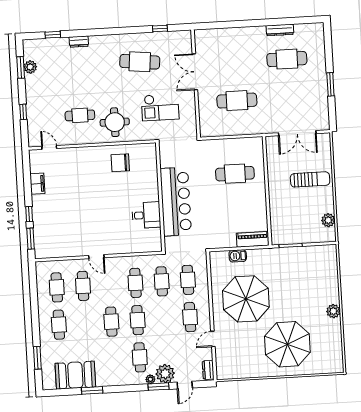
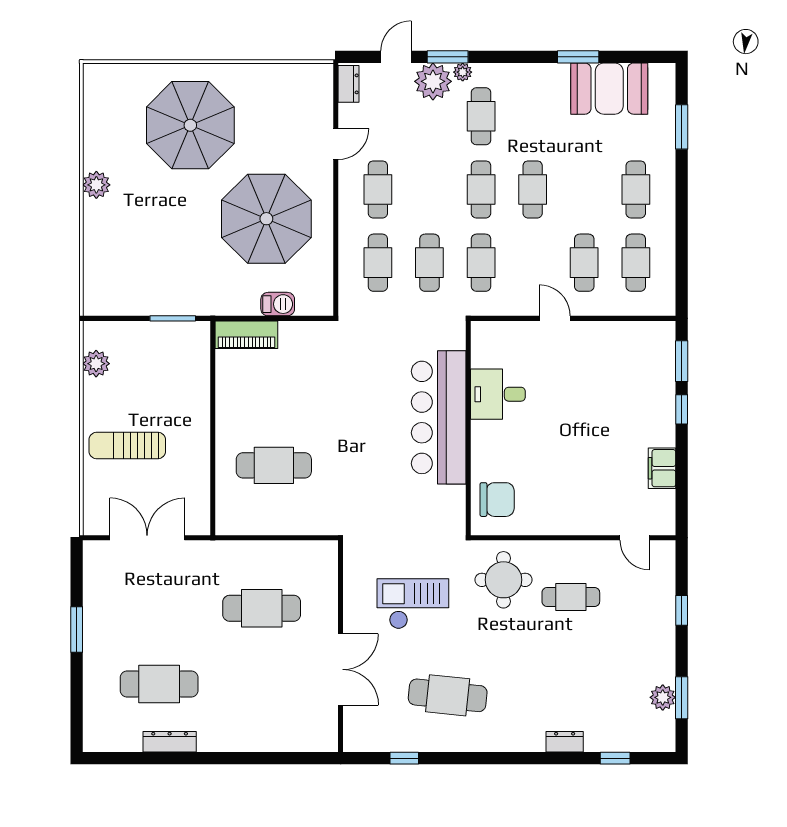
wall: (160, 197) -> (468, 428), moved
bar counter: (176, 202) -> (439, 417), moved
desk: (146, 215) -> (498, 394), moved

